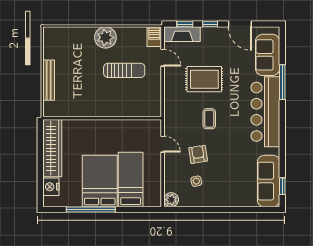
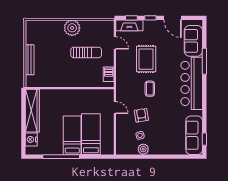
barbecue: (154, 37) -> (109, 74), moved
rug: (204, 79) -> (146, 59), turned 90
bed: (100, 181) -> (72, 135), width x0.67
plant: (171, 200) -> (143, 149), moved

